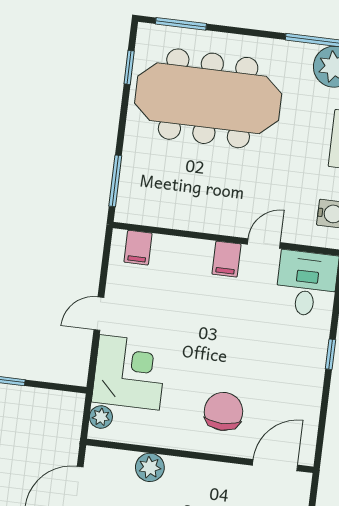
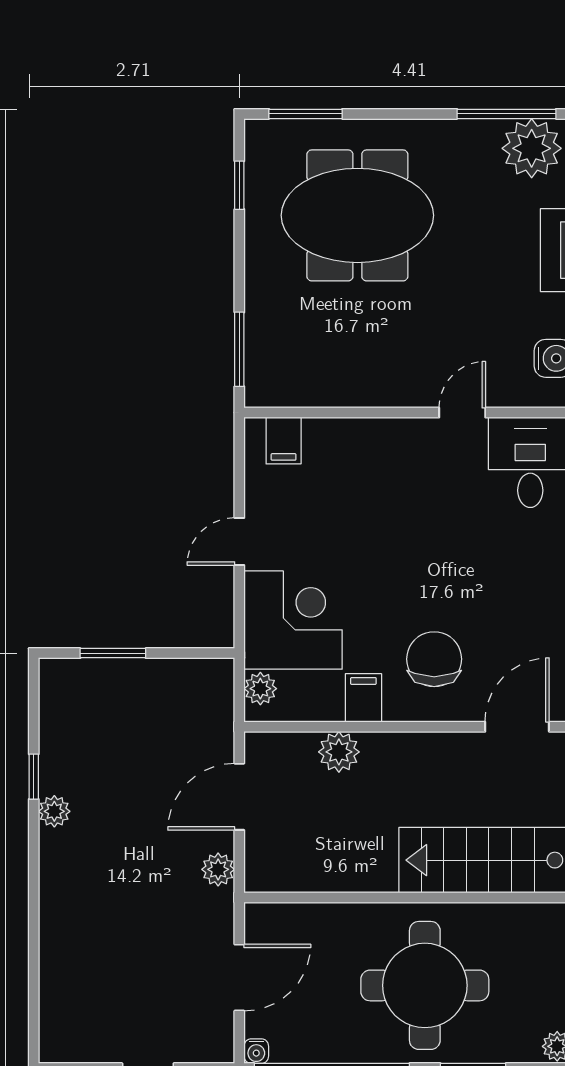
meeting table: (208, 98) -> (357, 215), width x0.73
filing cabinet: (226, 259) -> (363, 698), moved, turned 180

